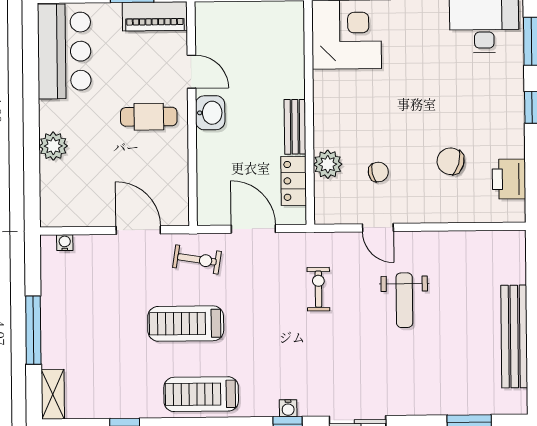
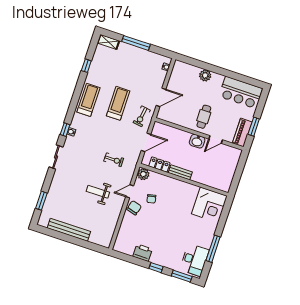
chair: (451, 161) -> (134, 208), moved
plant: (328, 164) -> (143, 174), moved
printer: (509, 179) -> (143, 253), moved

